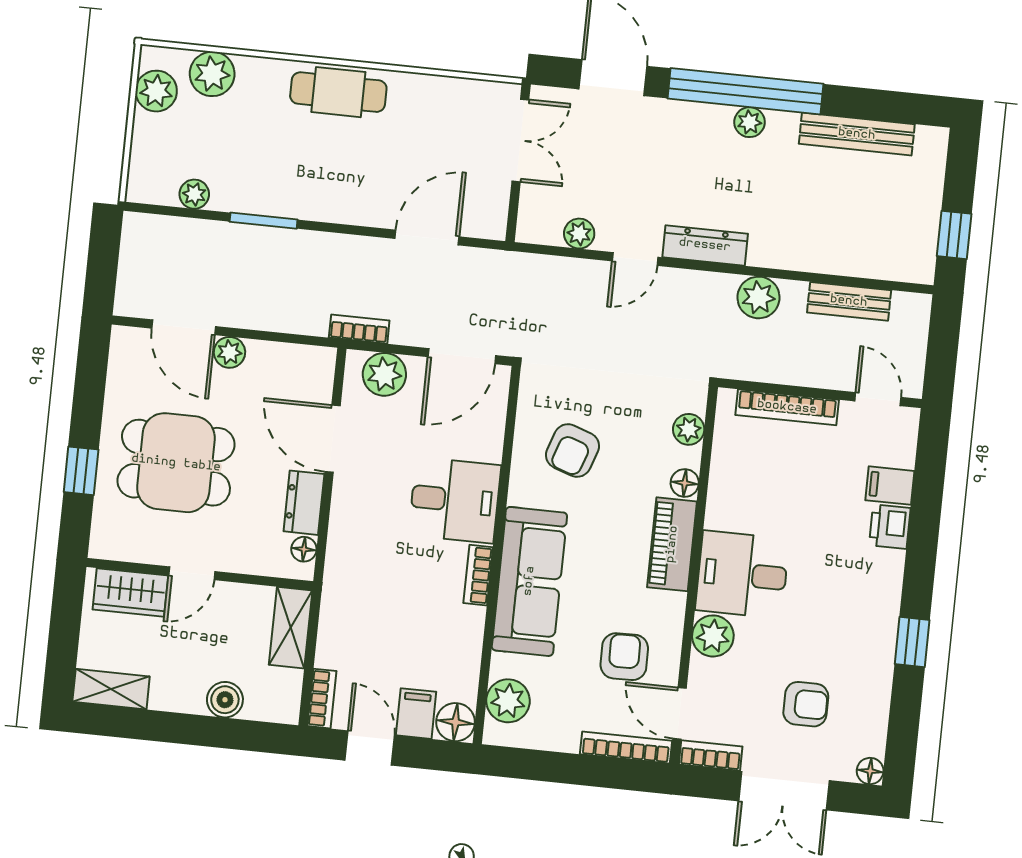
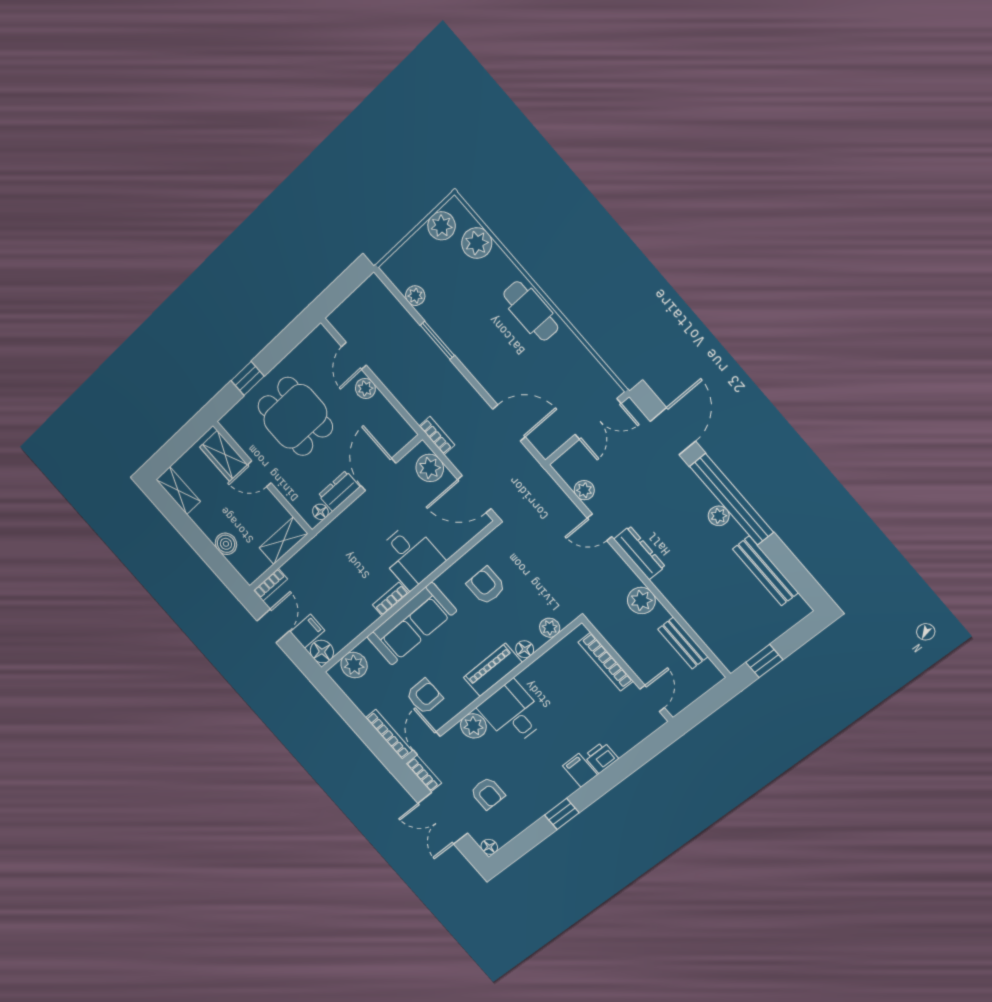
door: (184, 327) -> (354, 356), width x0.73
armchair: (572, 451) -> (486, 586), turned 71
filing cabinet: (890, 486) -> (580, 770), moved

